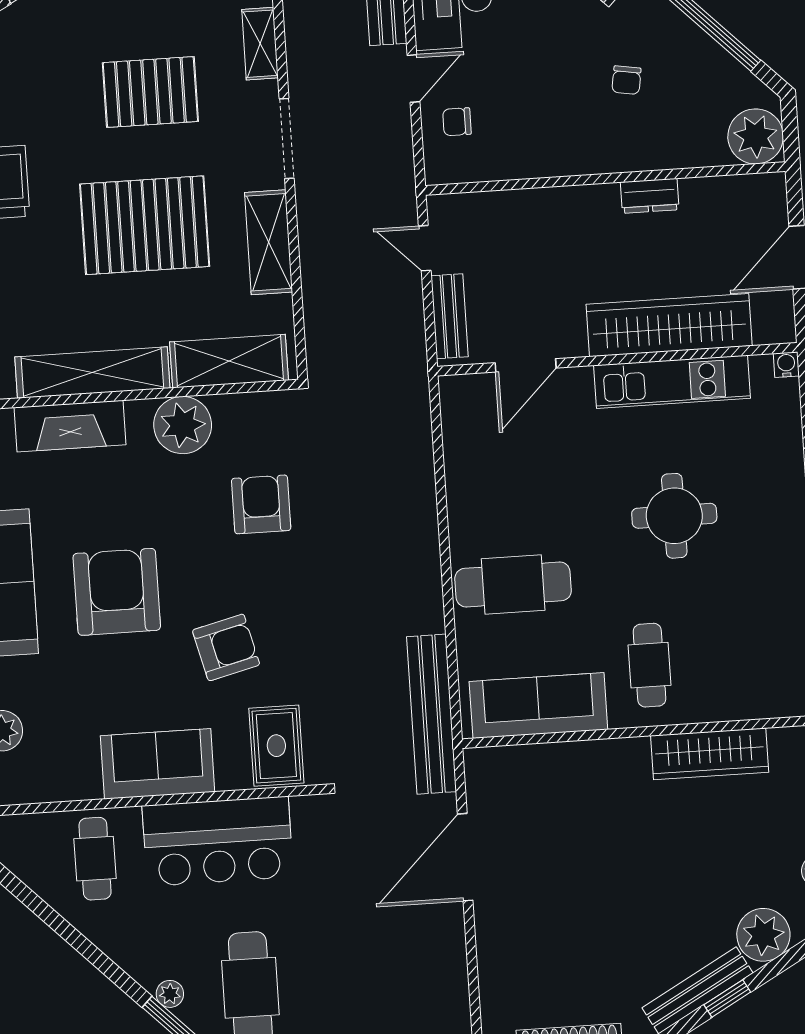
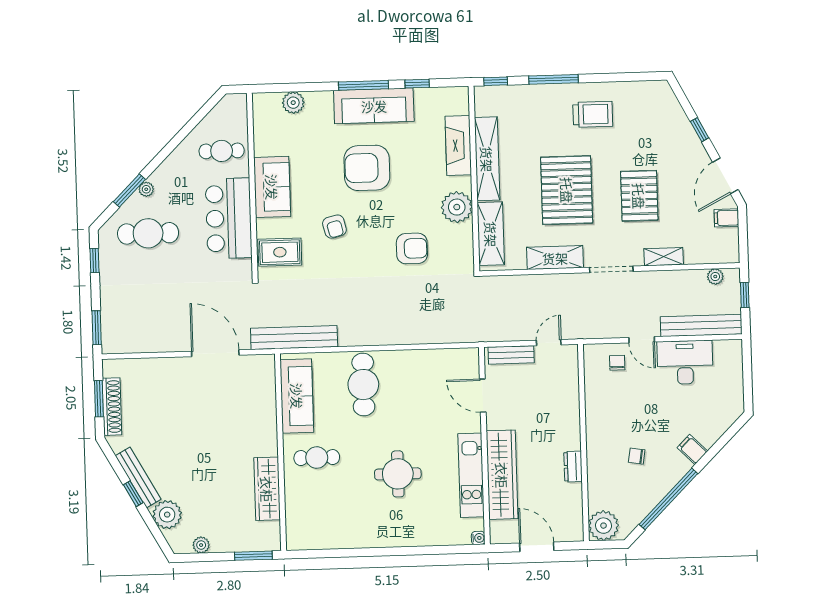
armchair: (117, 592) -> (367, 168), turned 180
armchair: (226, 647) -> (334, 227), width x0.72, depth x0.72

